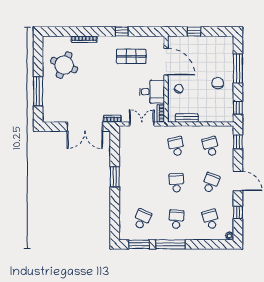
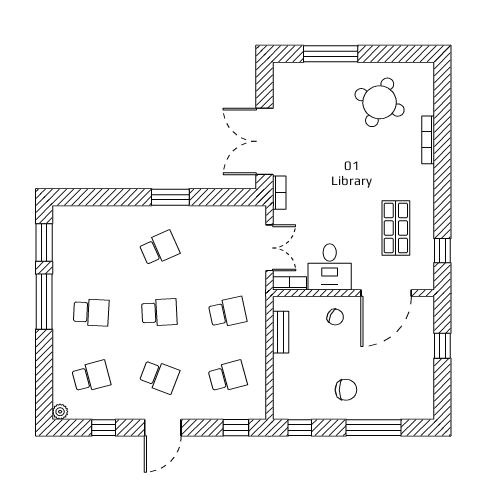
window: (122, 32) -> (442, 251), moved
school desk: (142, 219) -> (159, 248), moved, turned -48

